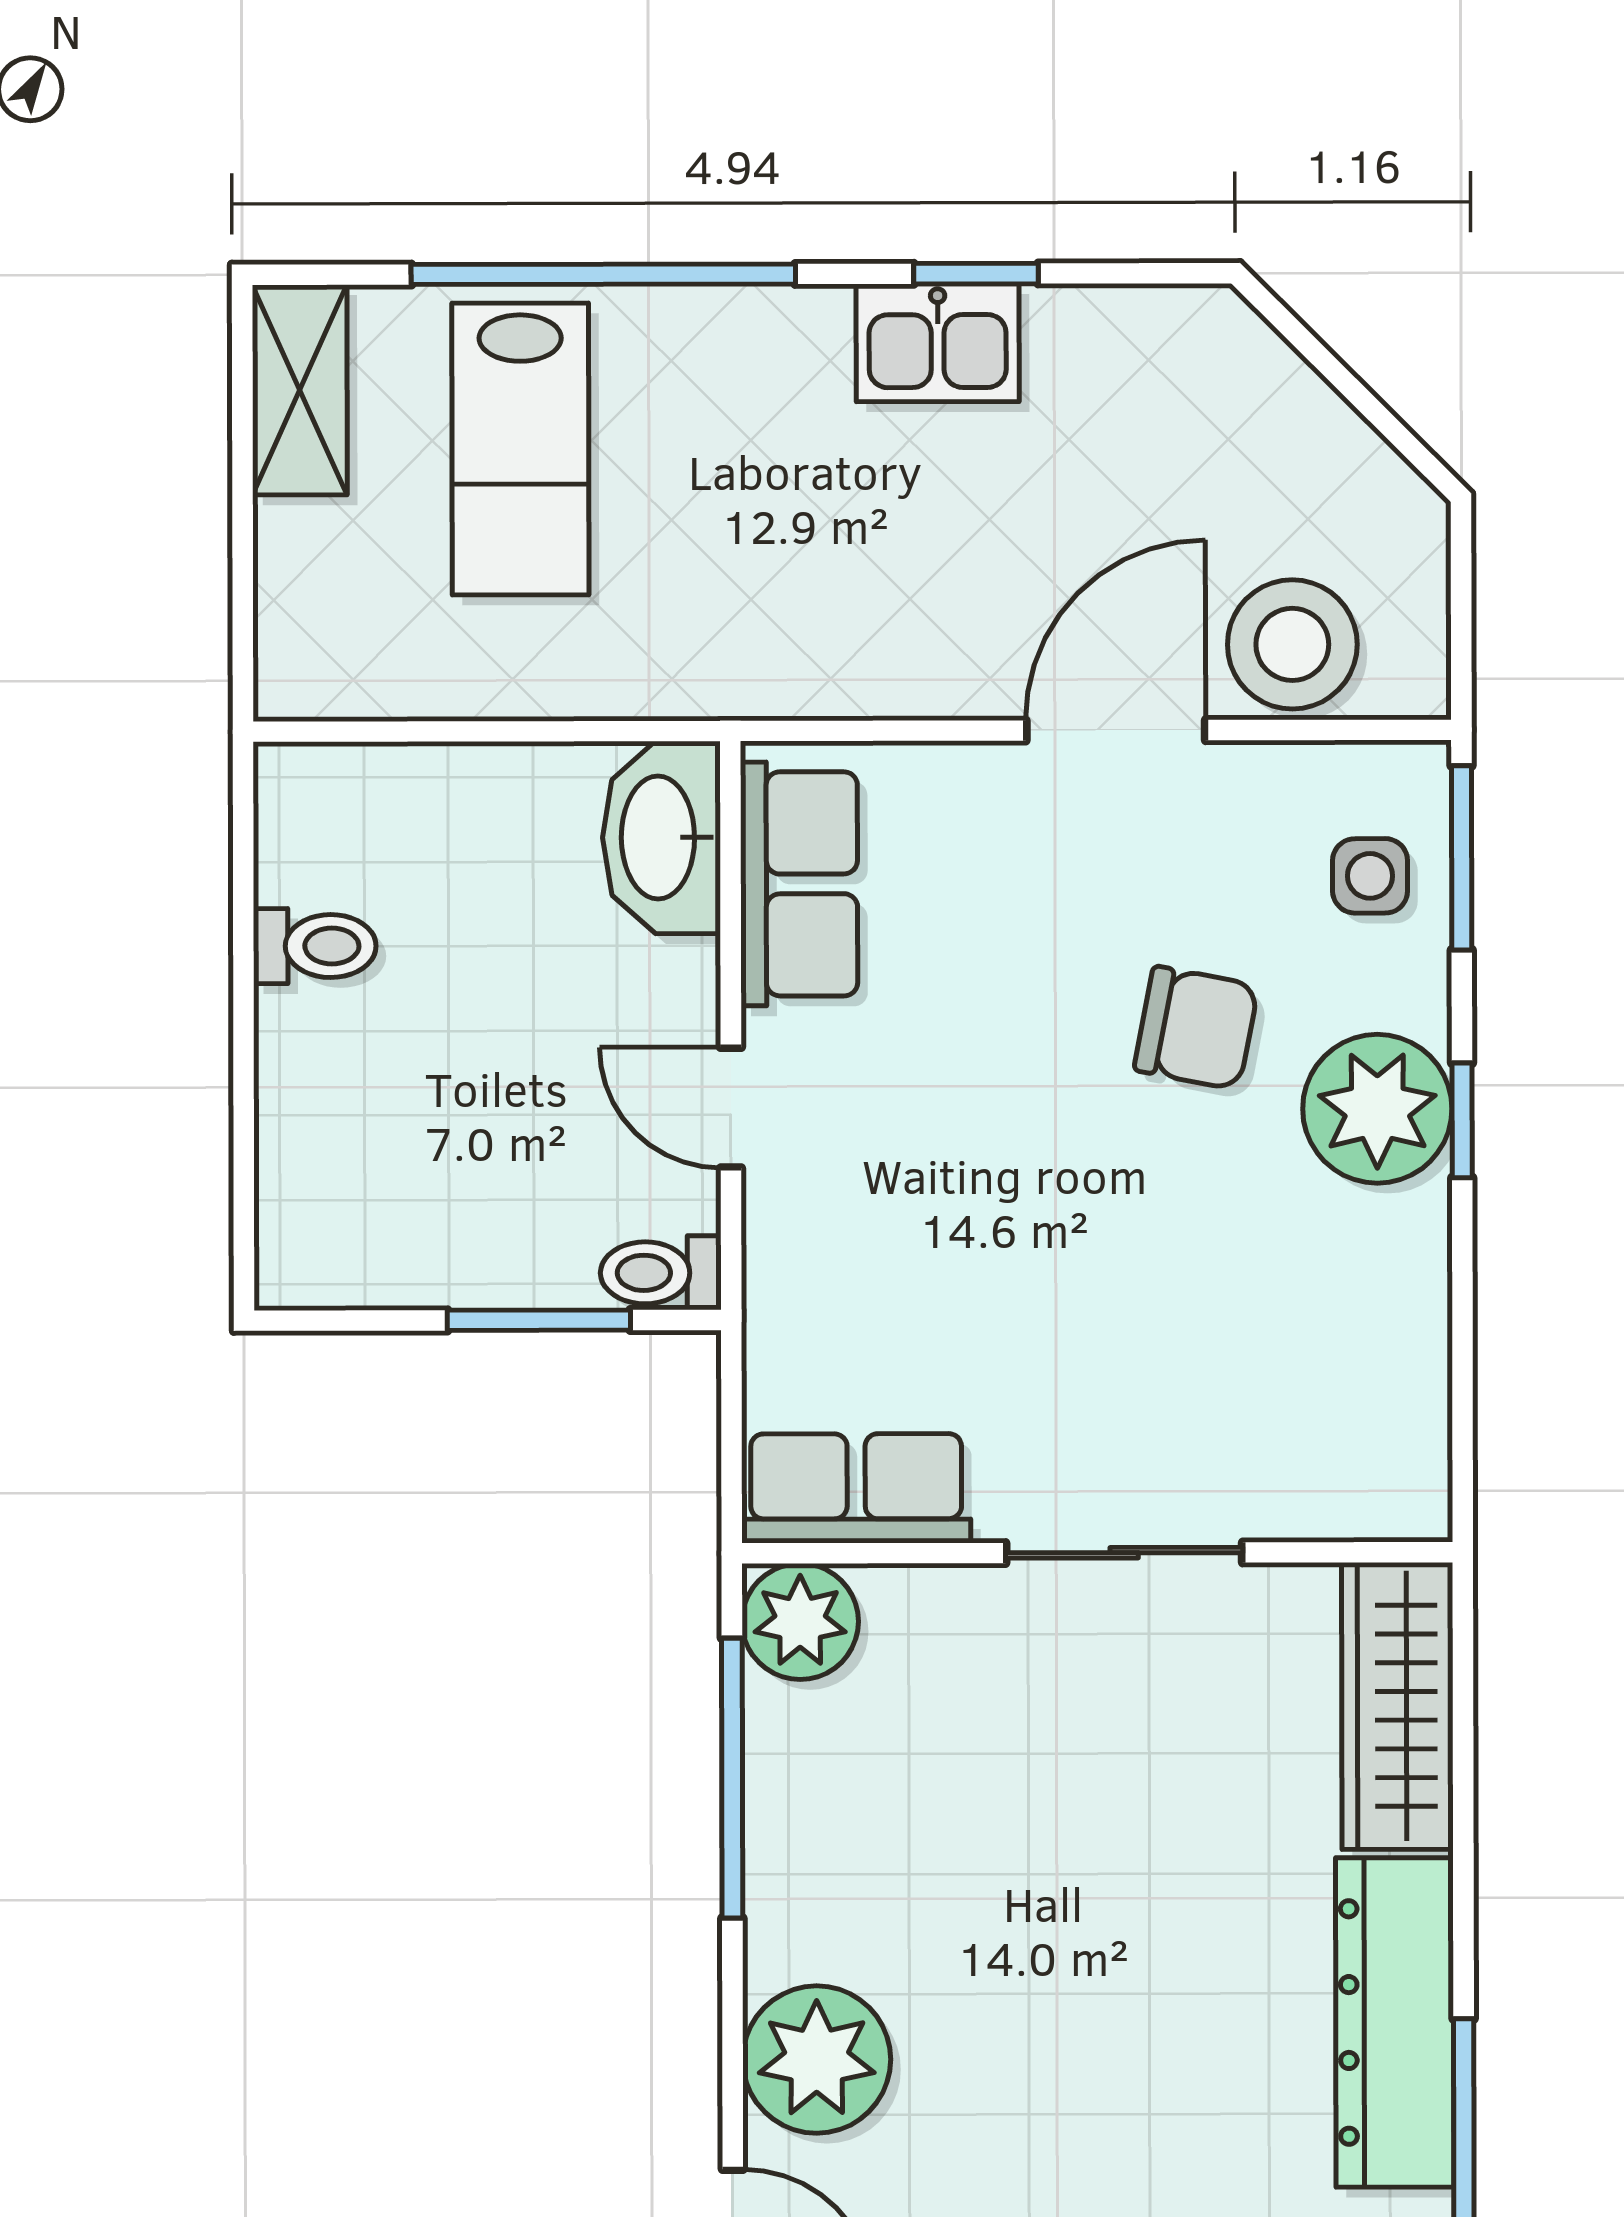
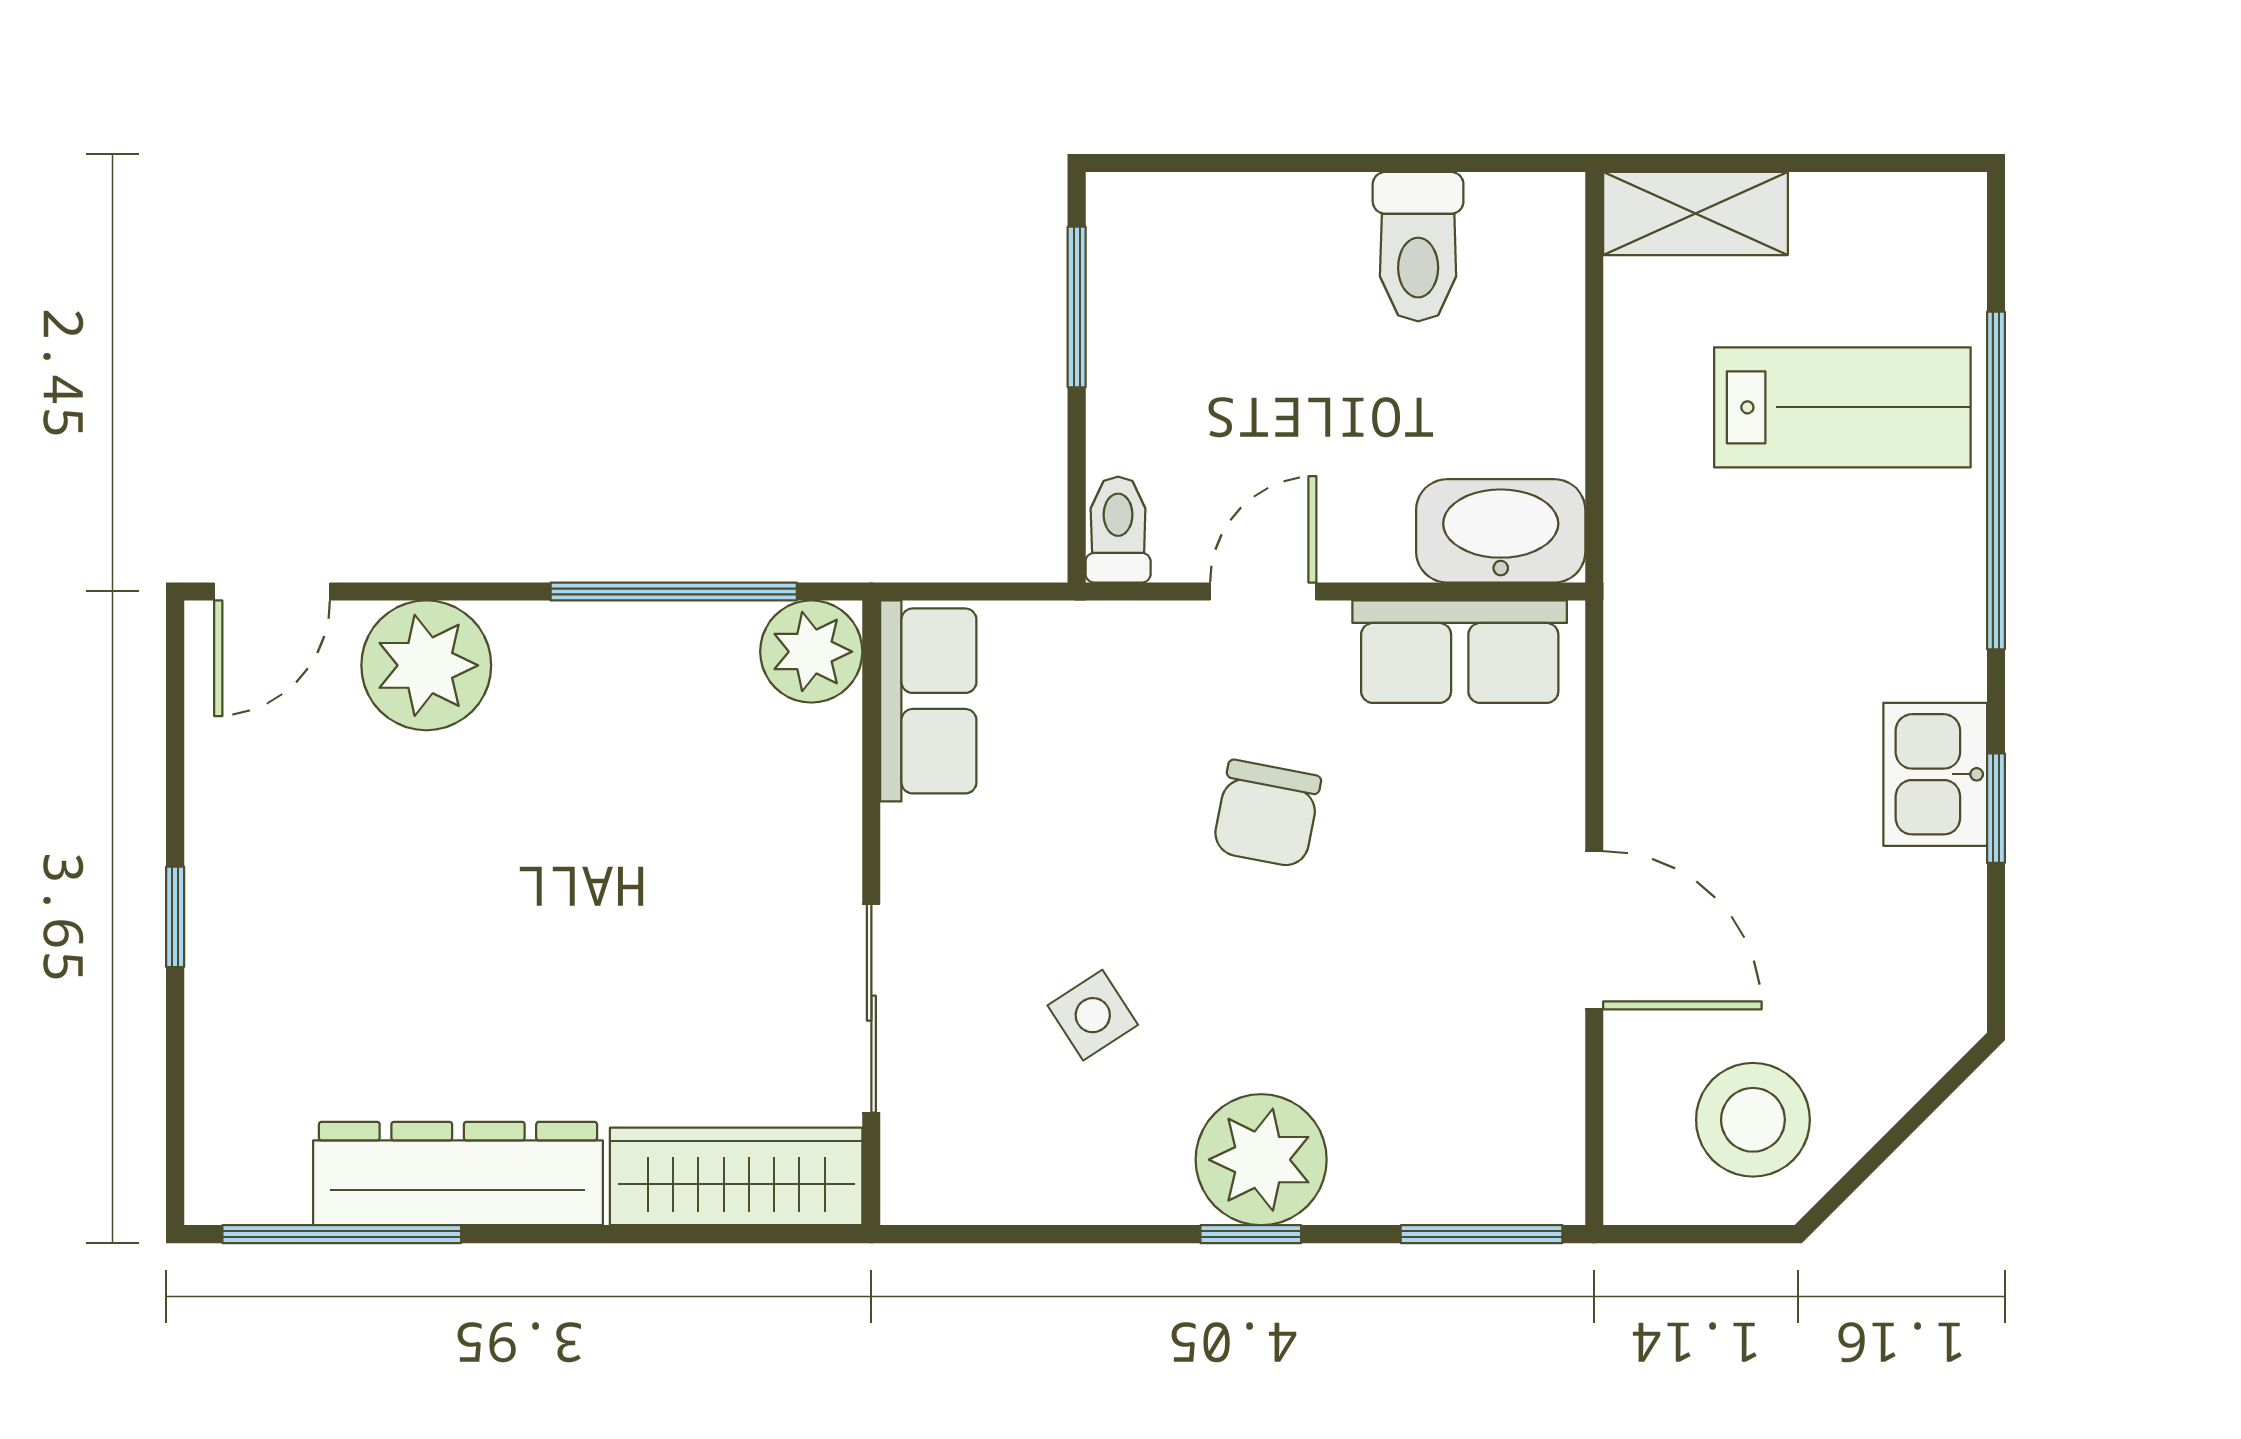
shelving: (300, 390) -> (1696, 214), moved
lab bench: (520, 449) -> (1842, 407), turned 180
stool: (1292, 644) -> (1753, 1120), moved
side table: (1370, 876) -> (1093, 1015), moved, turned -33
toilet: (315, 946) -> (1418, 247), width x1.37, depth x1.39
chair: (1196, 1028) -> (1267, 814), moved
window: (539, 1320) -> (1077, 307), moved
sliding door: (1124, 1553) -> (871, 1008), moved

